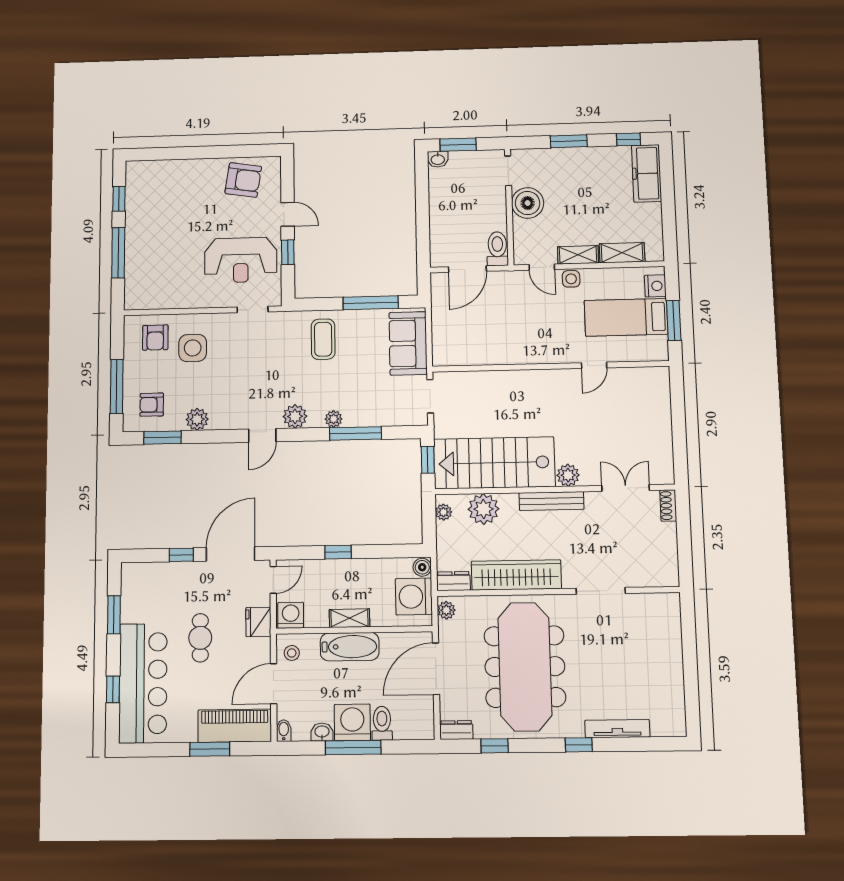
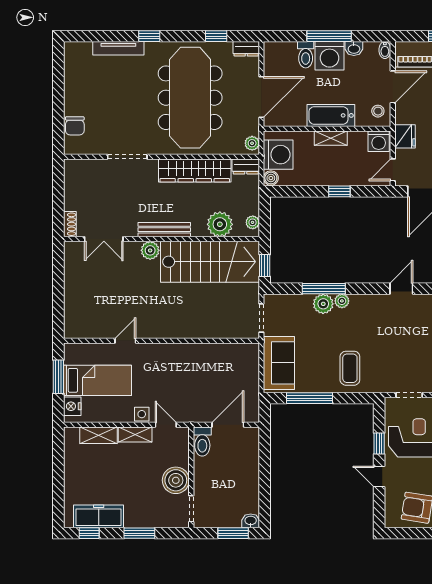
freezer: (646, 173) -> (99, 516), moved, turned -90
plant: (295, 416) -> (323, 304), moved
chair: (668, 629) -> (75, 126), added

